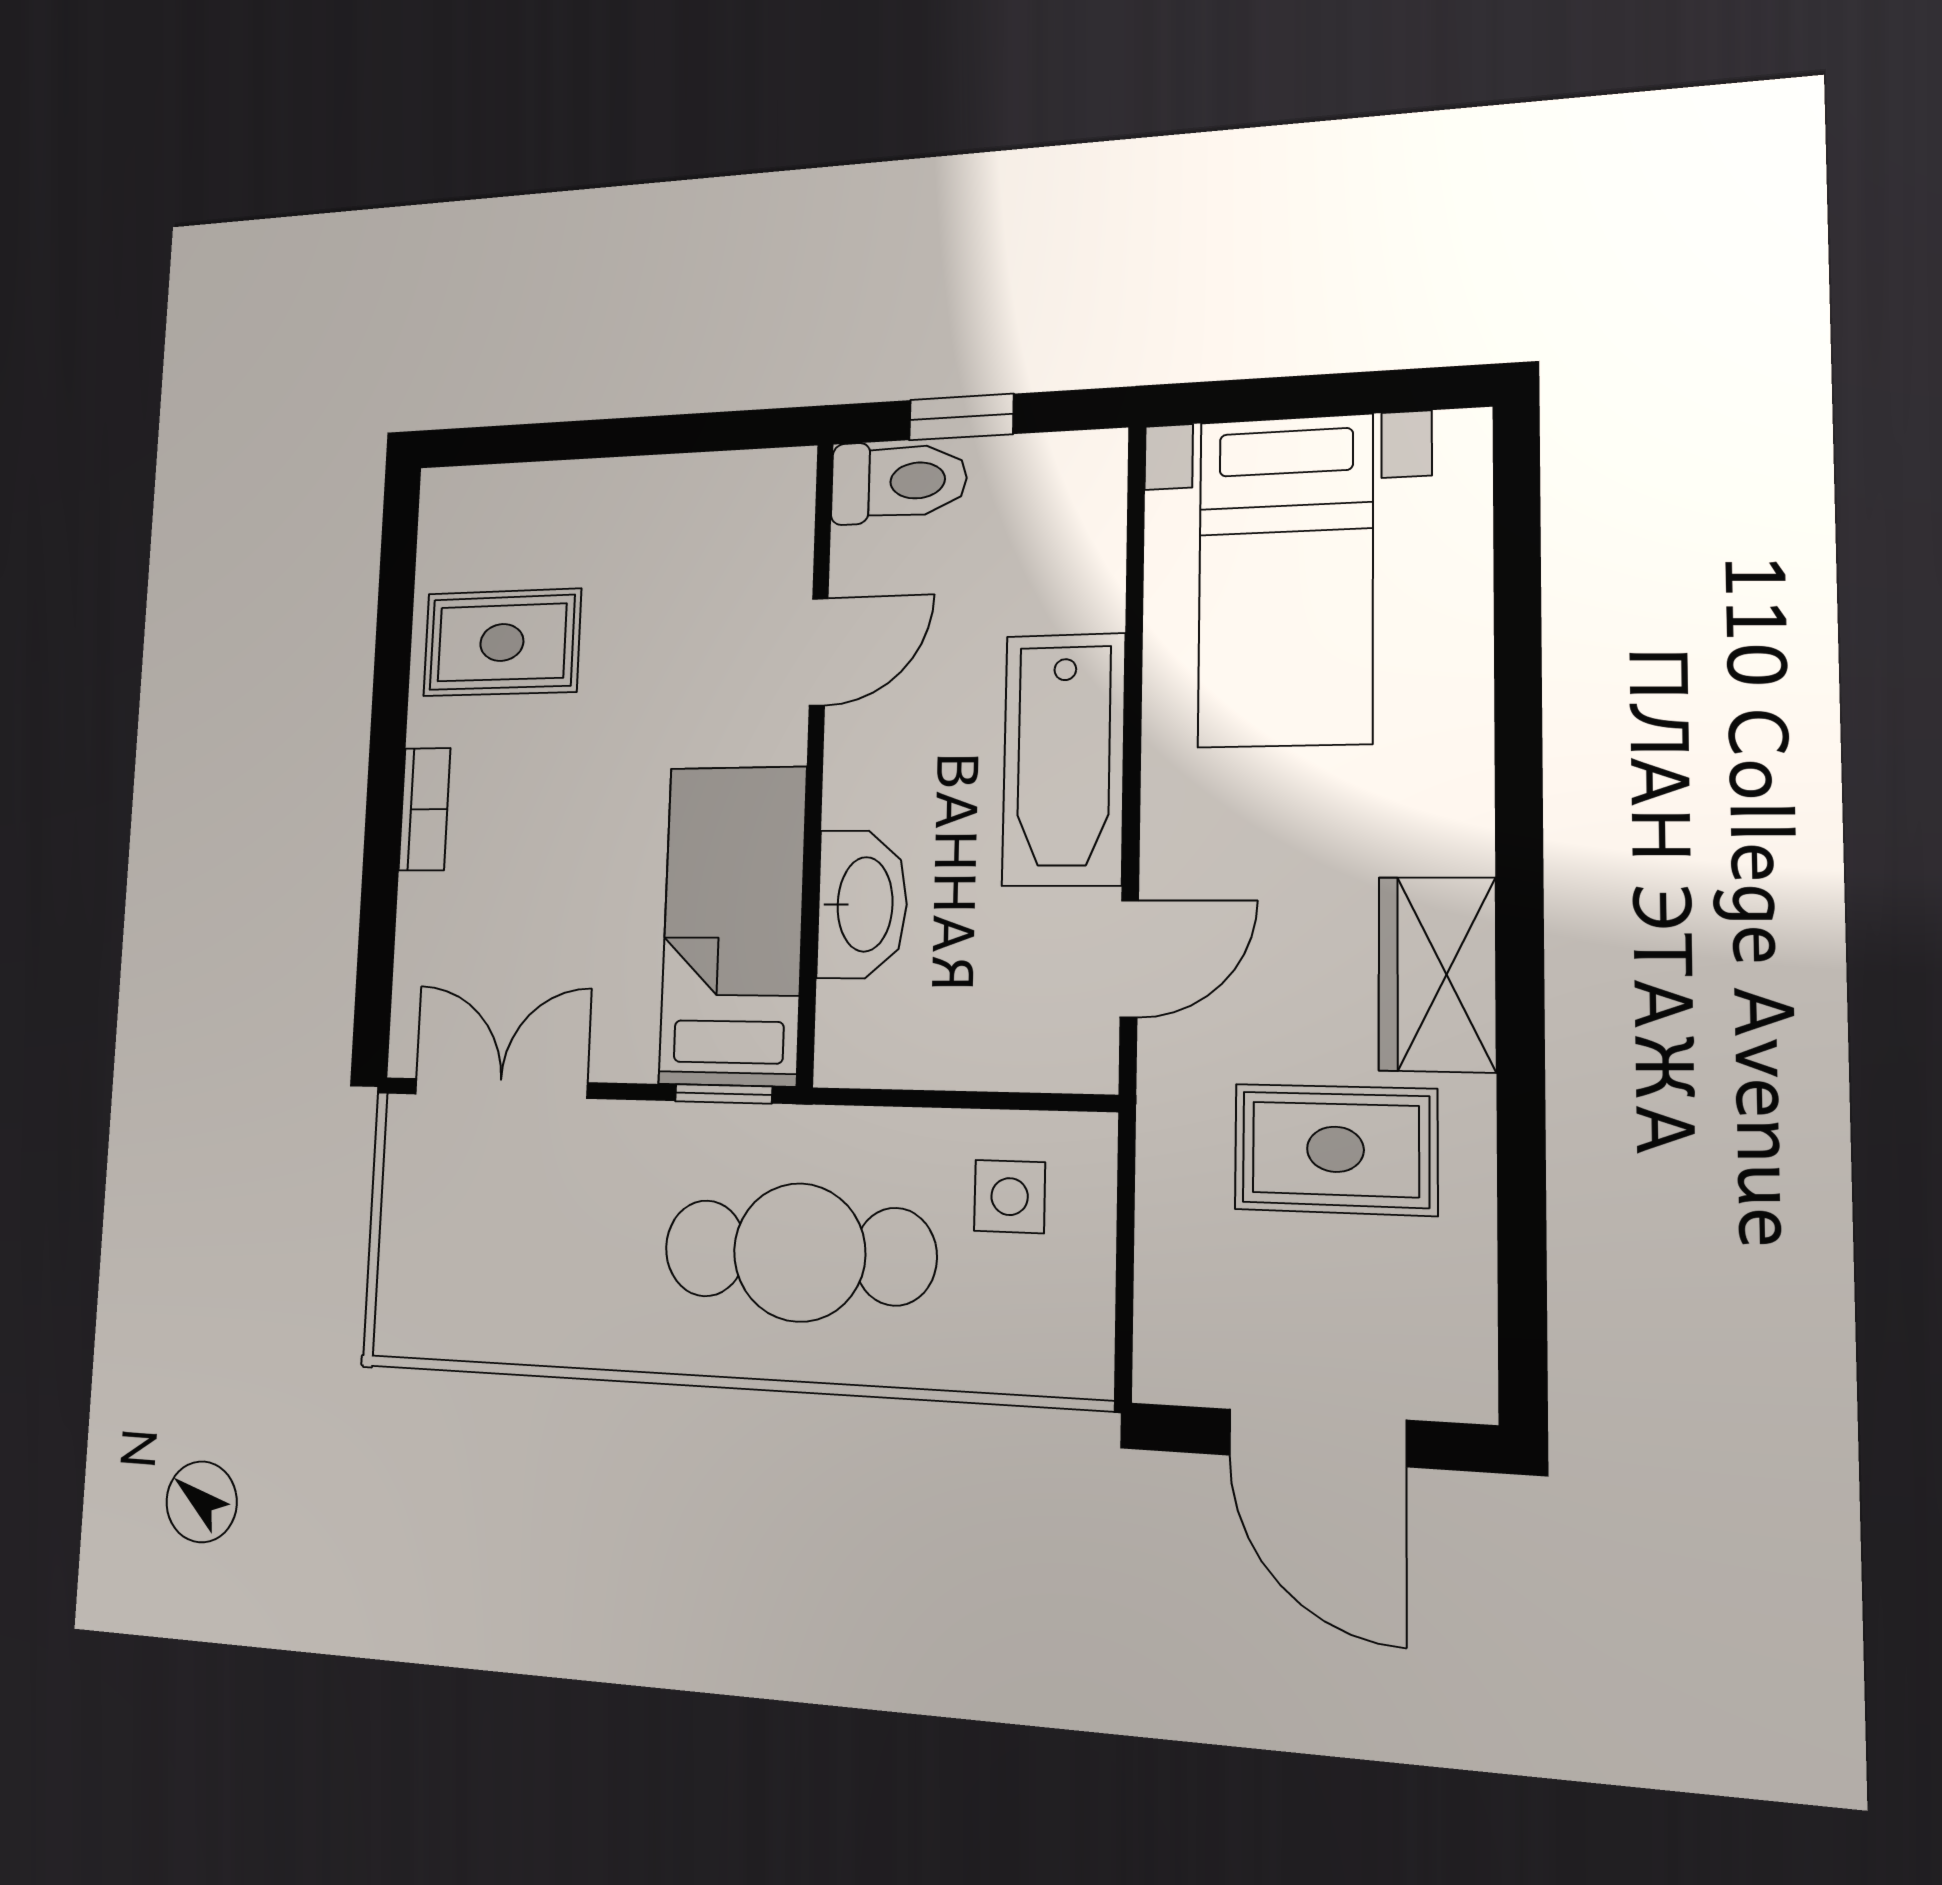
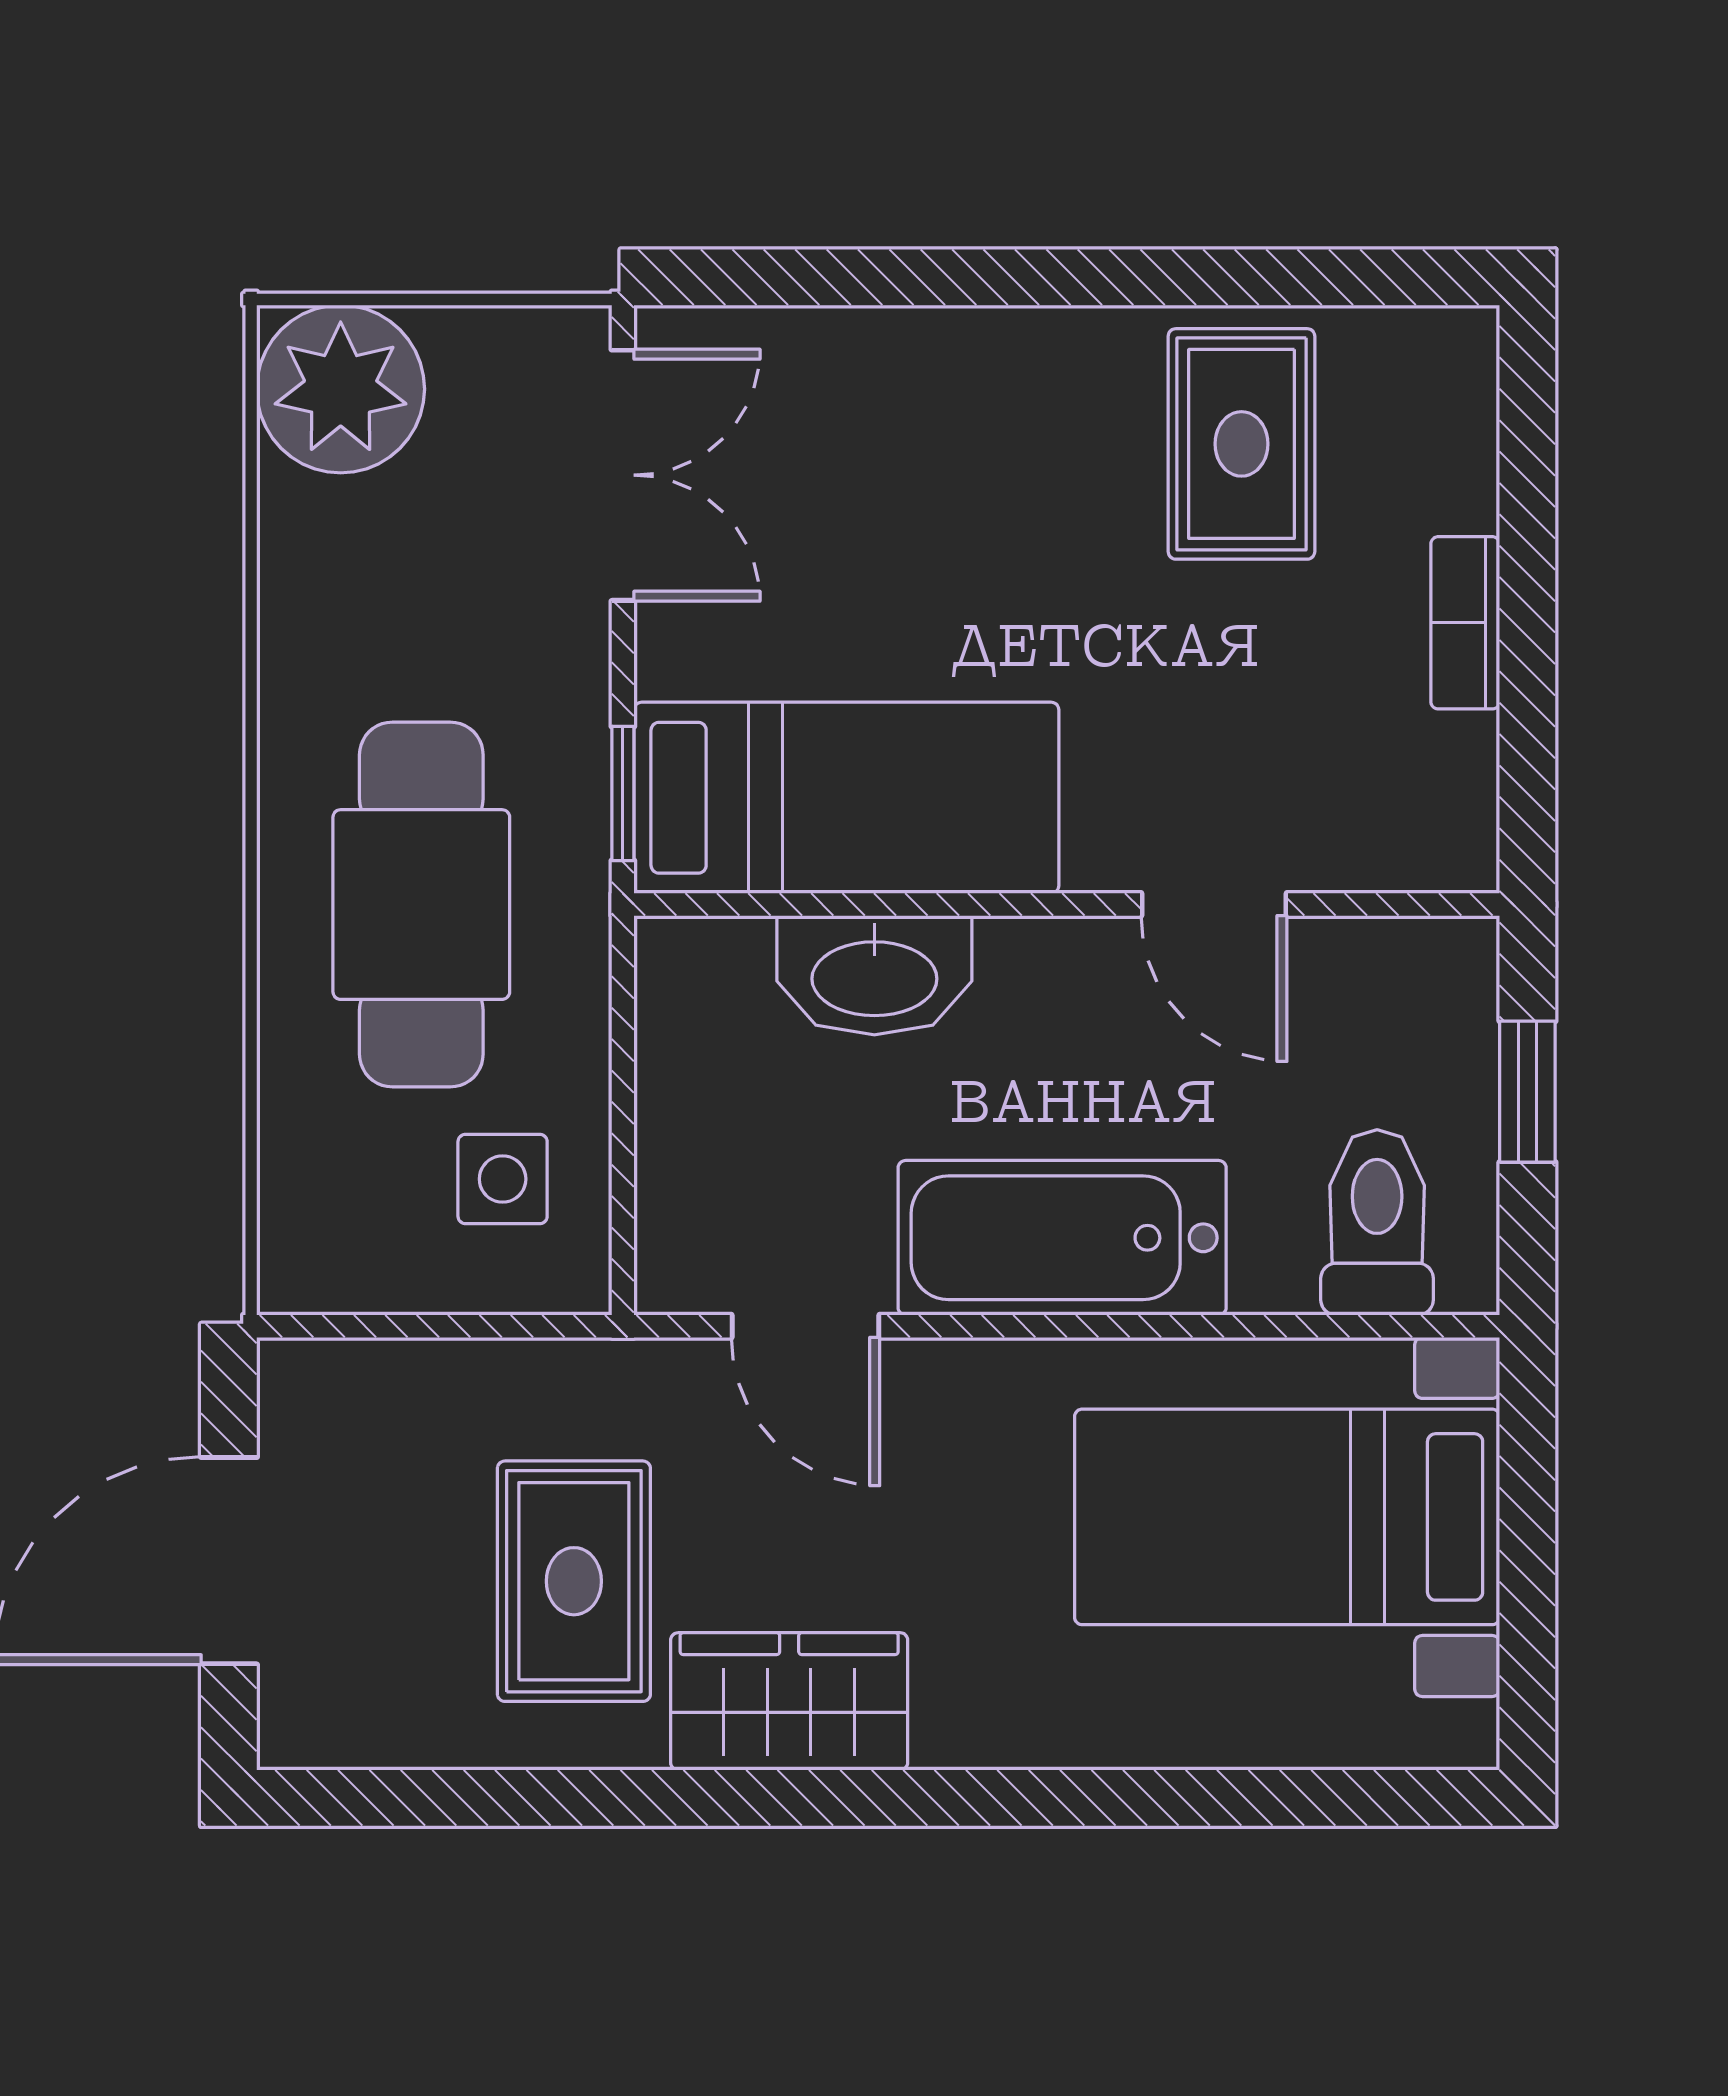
toilet: (899, 481) -> (1377, 1222), moved, turned 180
bookcase: (425, 809) -> (1465, 623), moved, turned 90
plant: (432, 1297) -> (341, 389), added

